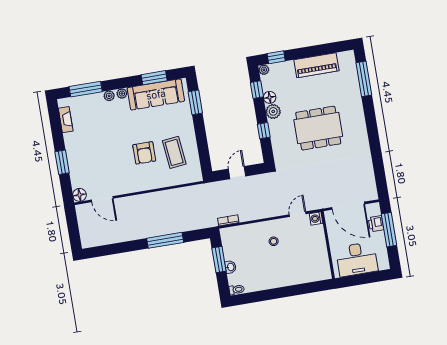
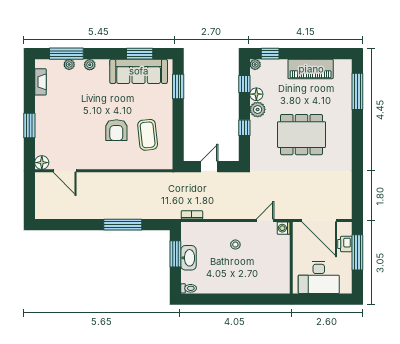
plant: (122, 94) -> (69, 65), moved
washbasin: (230, 267) -> (188, 258), width x1.91, depth x1.45

